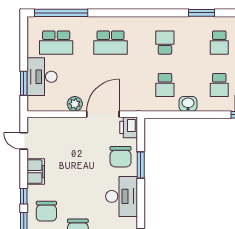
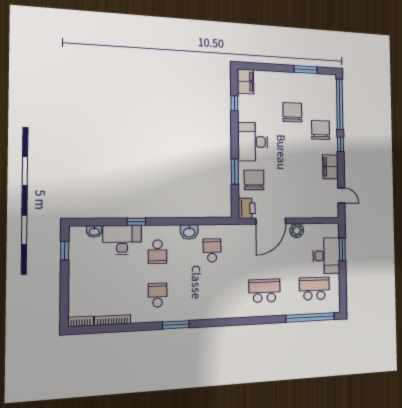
school desk: (165, 43) -> (212, 293), removed
school desk: (219, 85) -> (158, 252), turned 180

